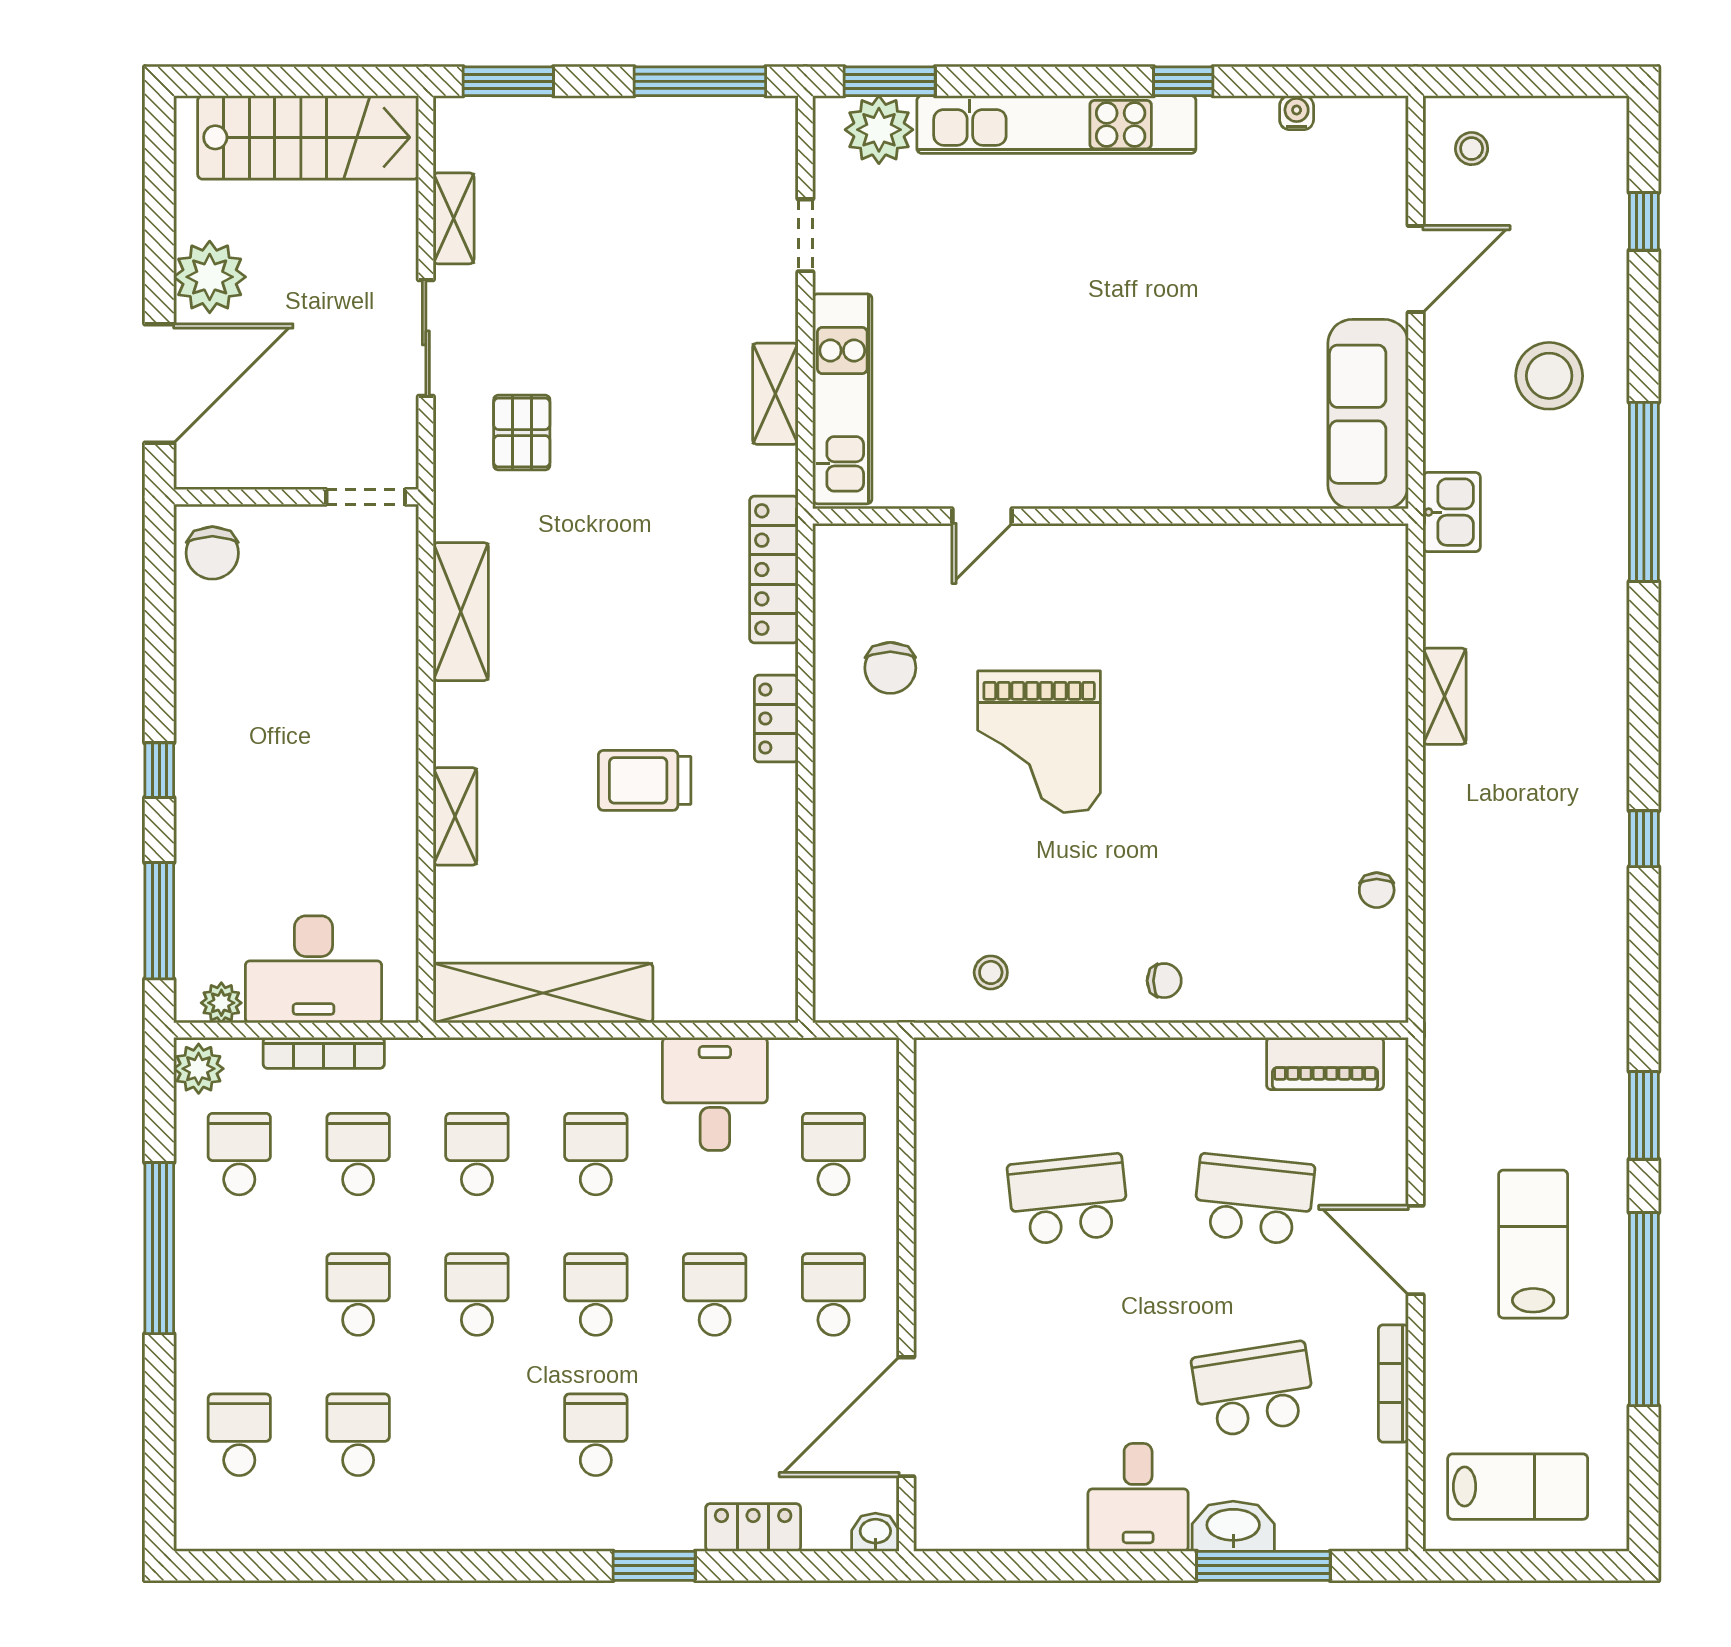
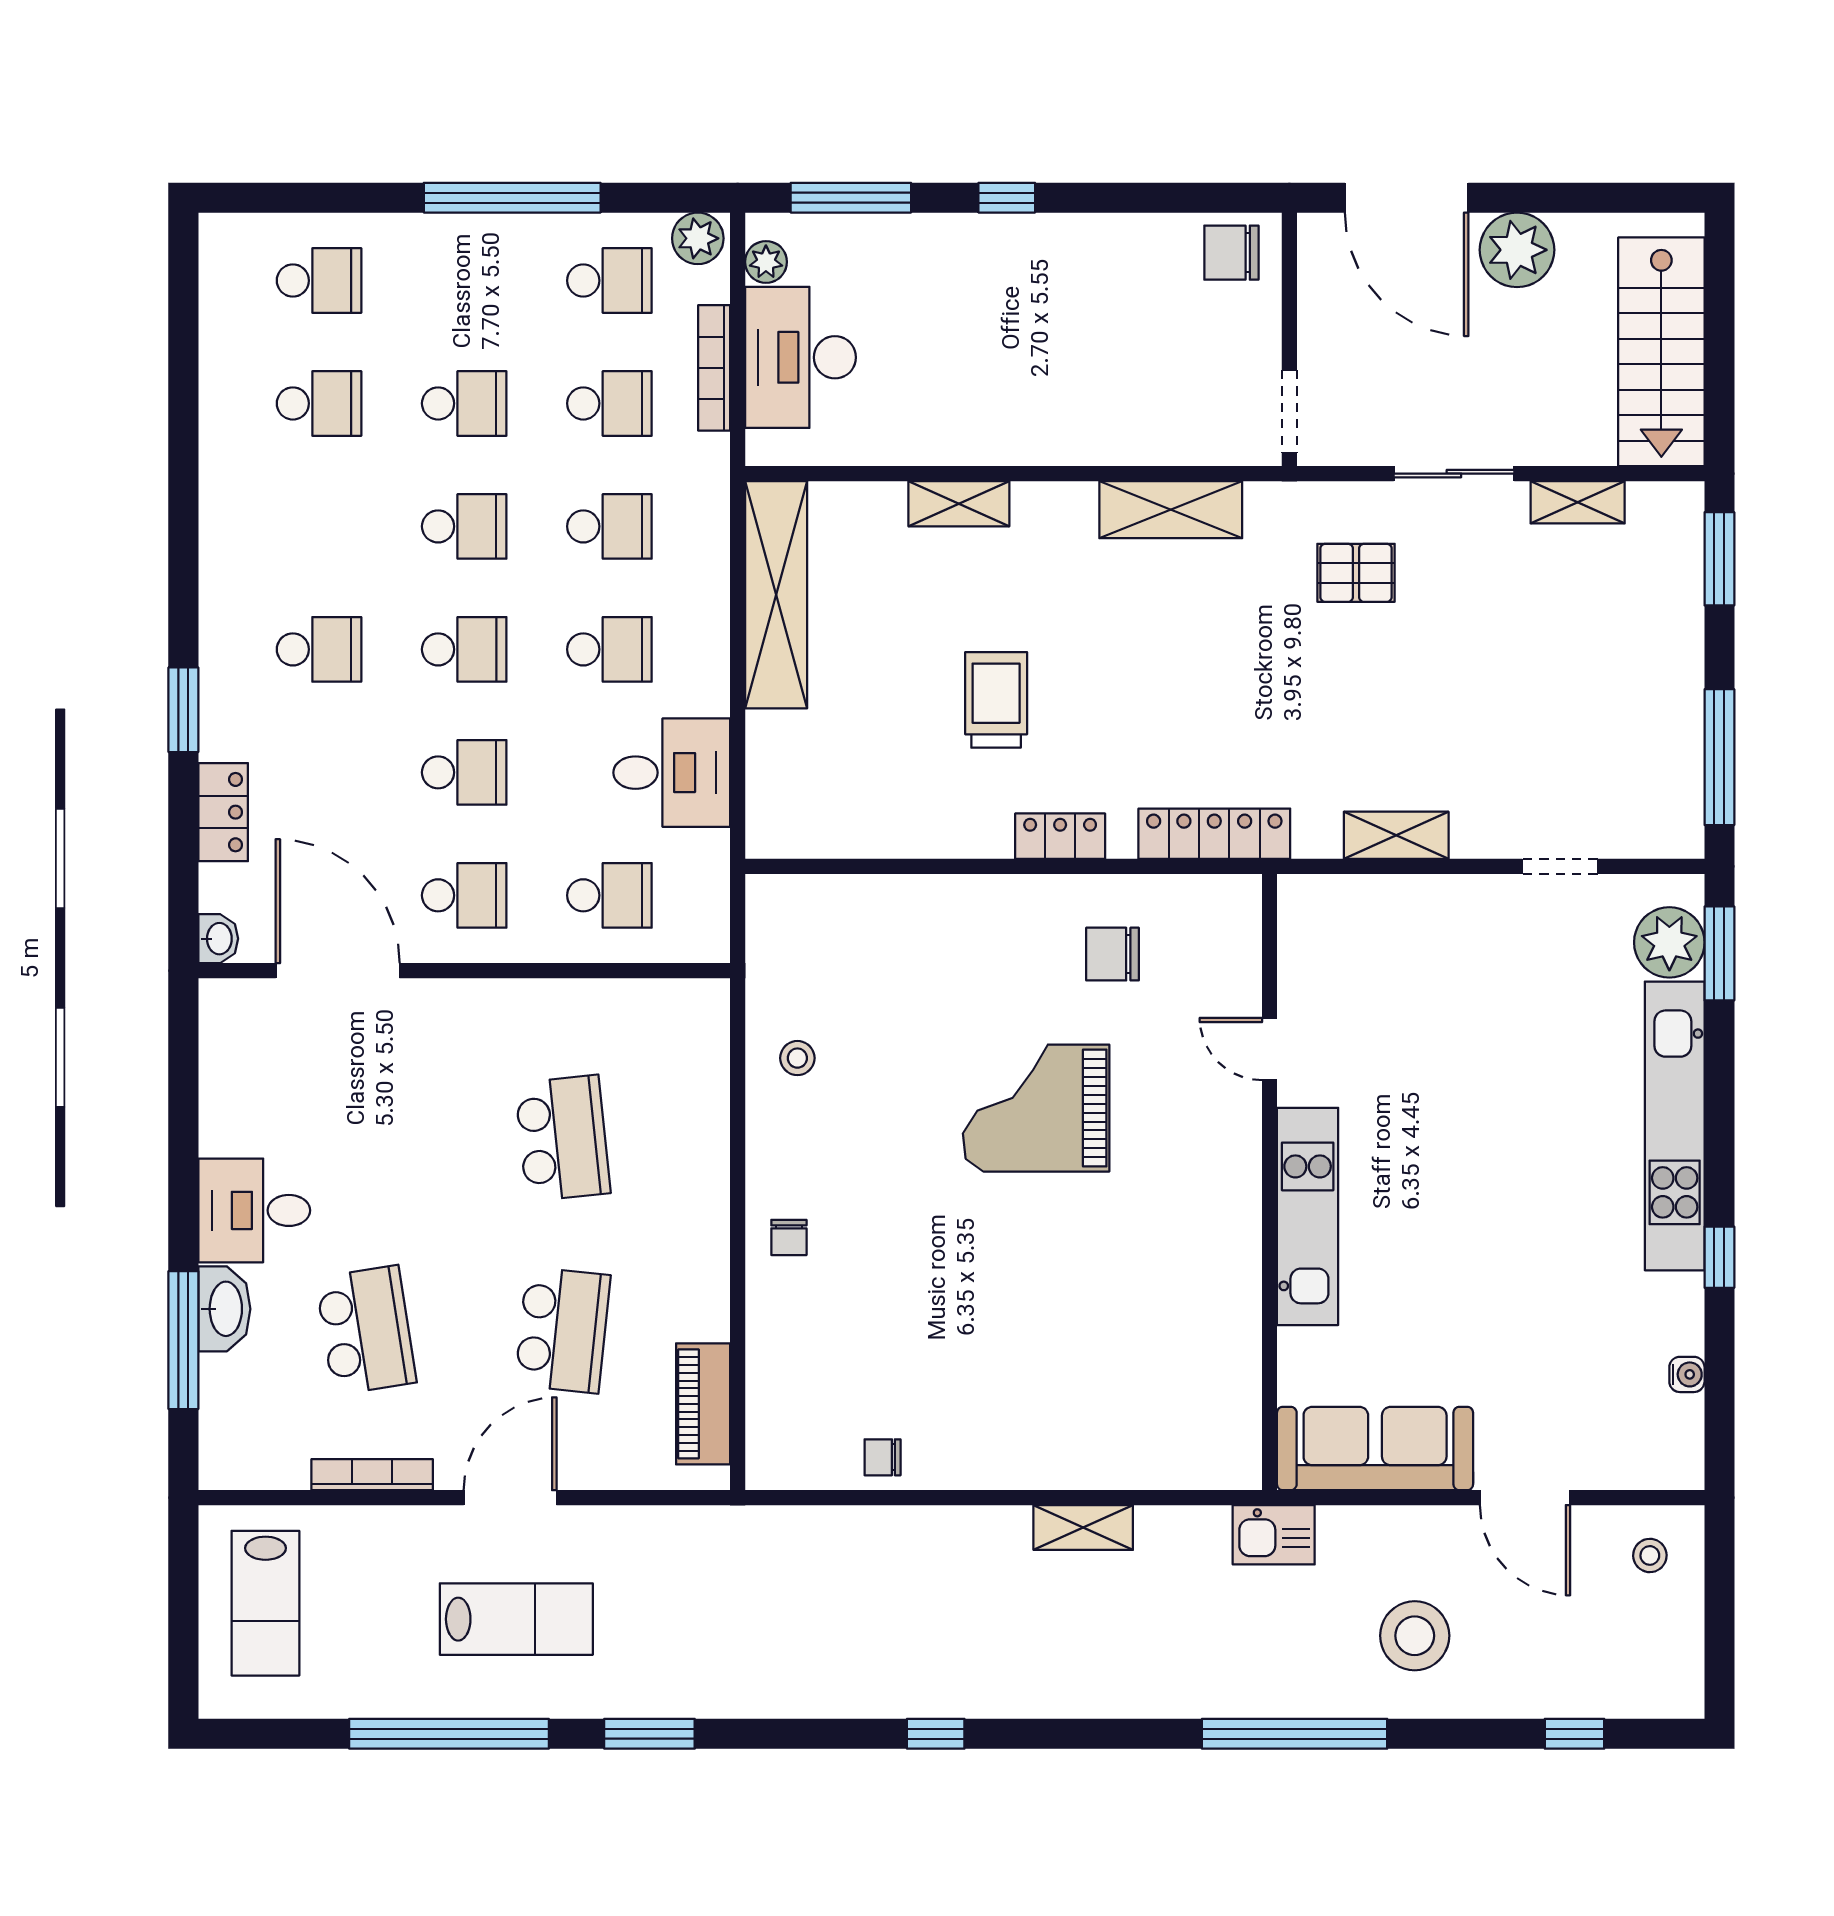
kitchen unit: (842, 399) -> (1308, 1216), moved, turned -90

